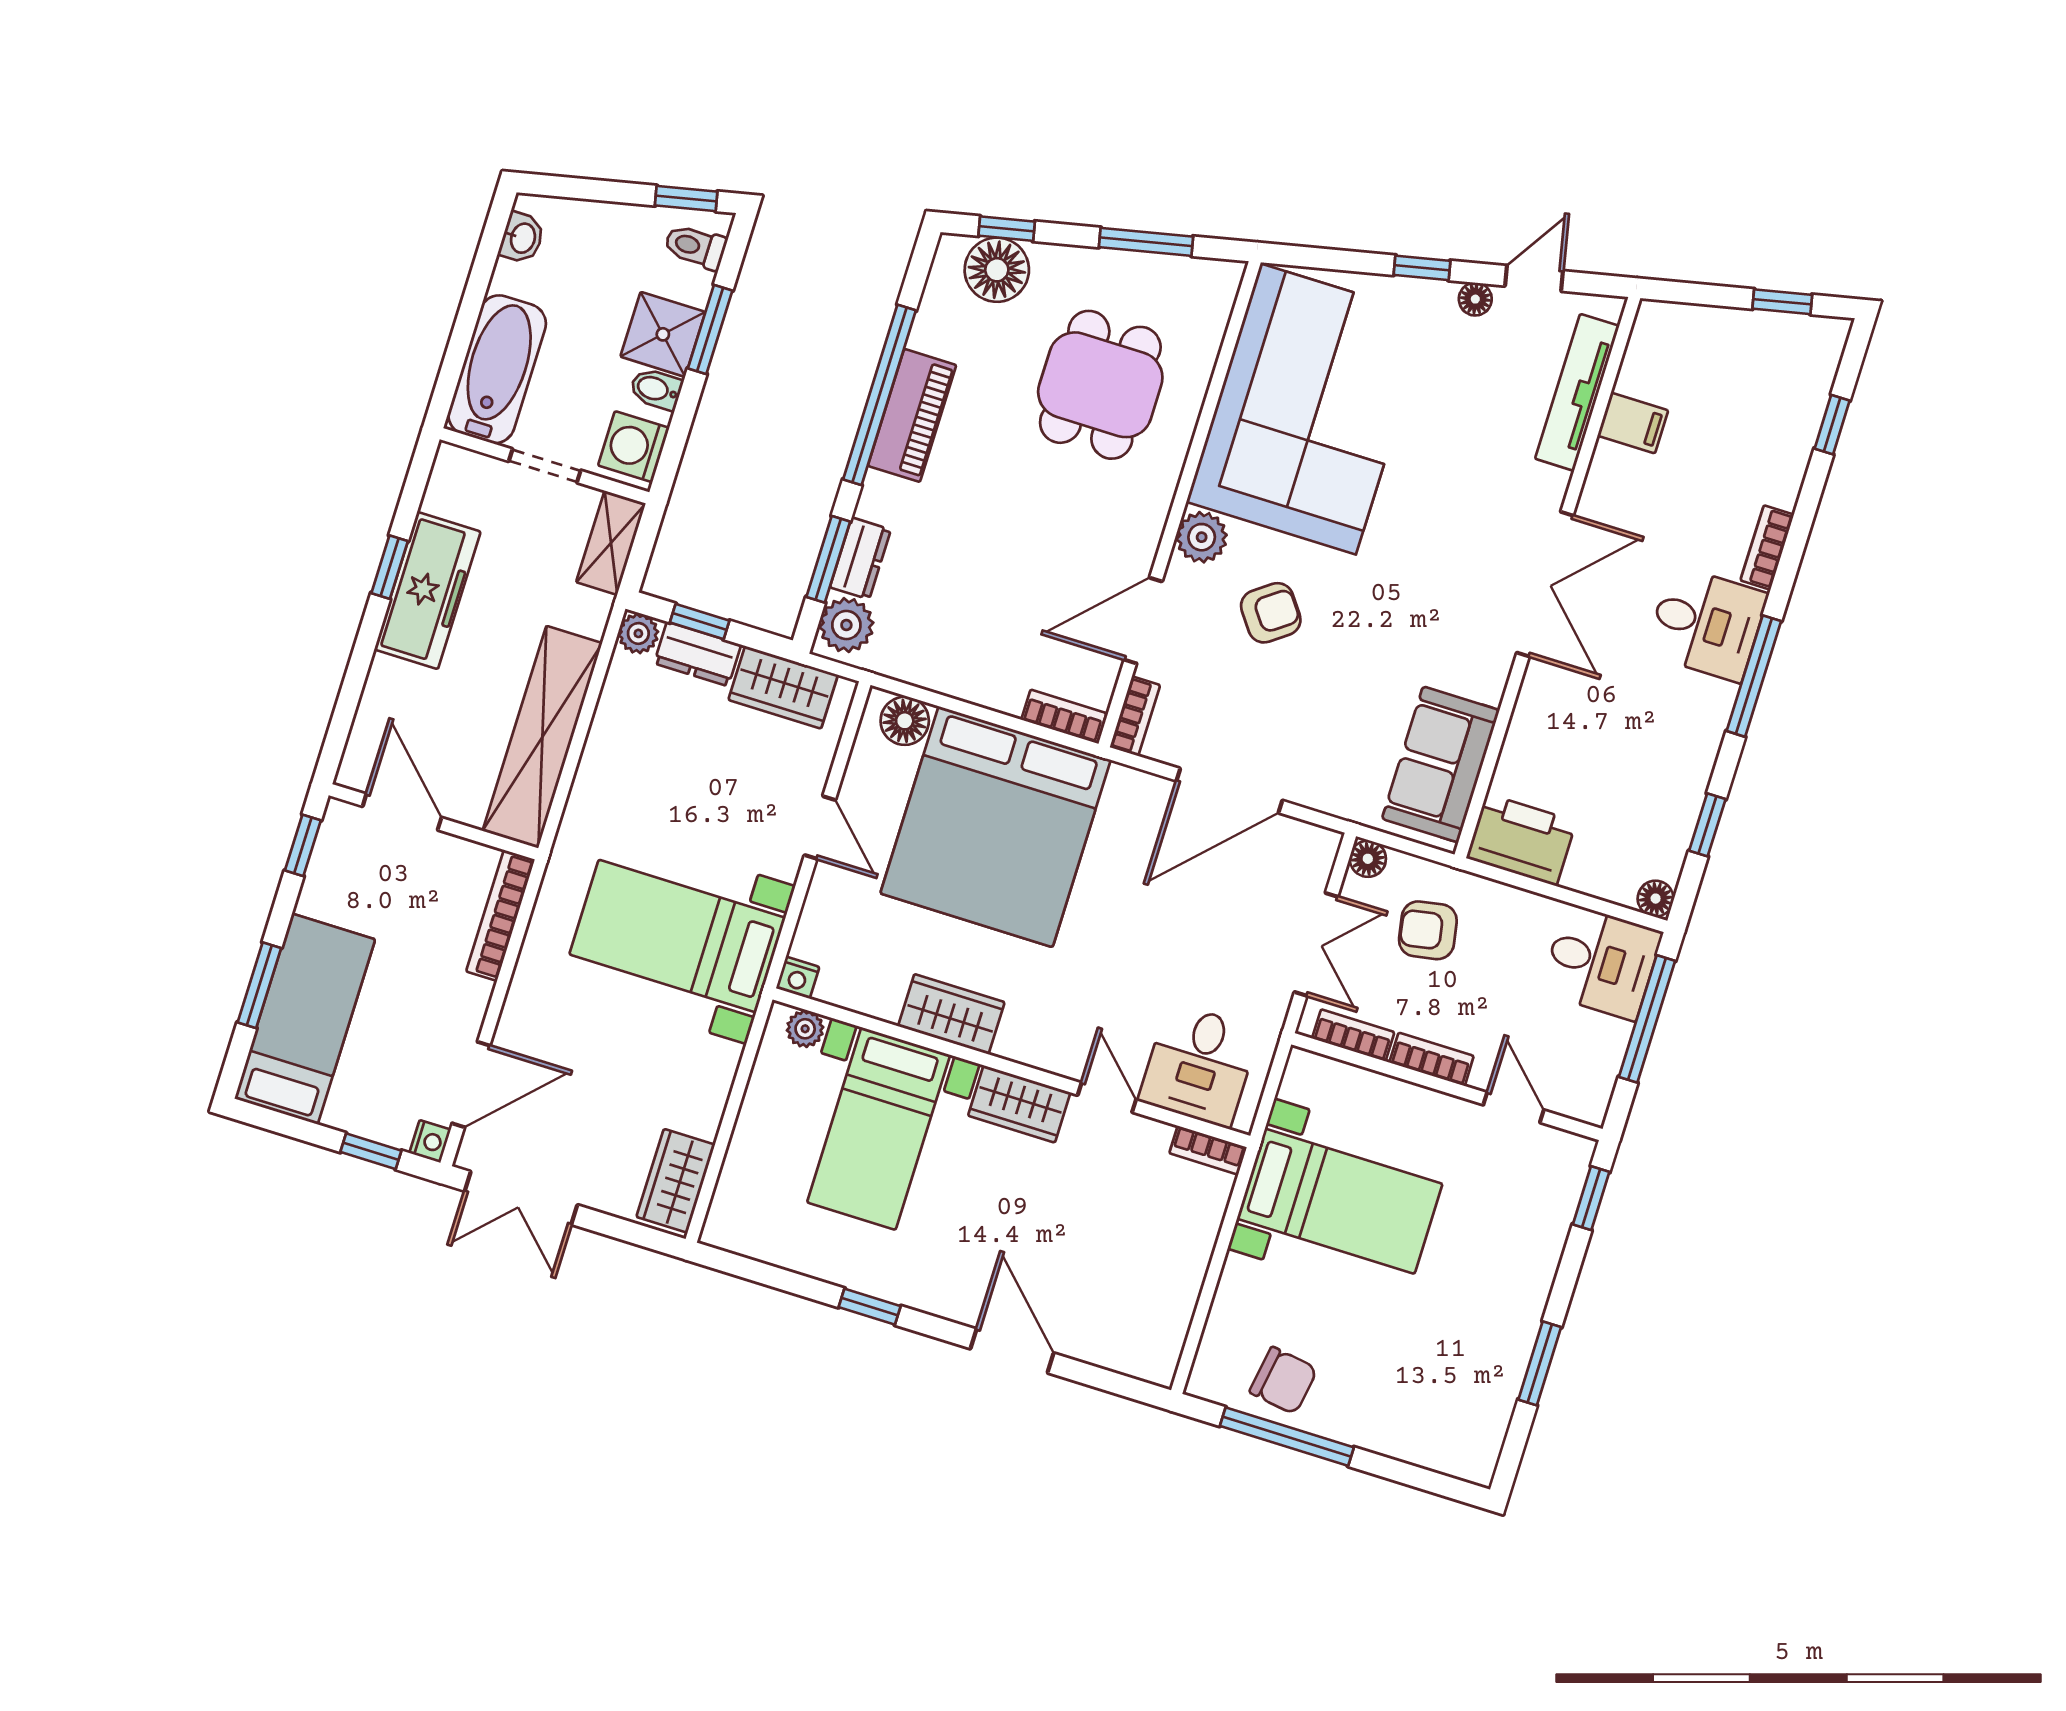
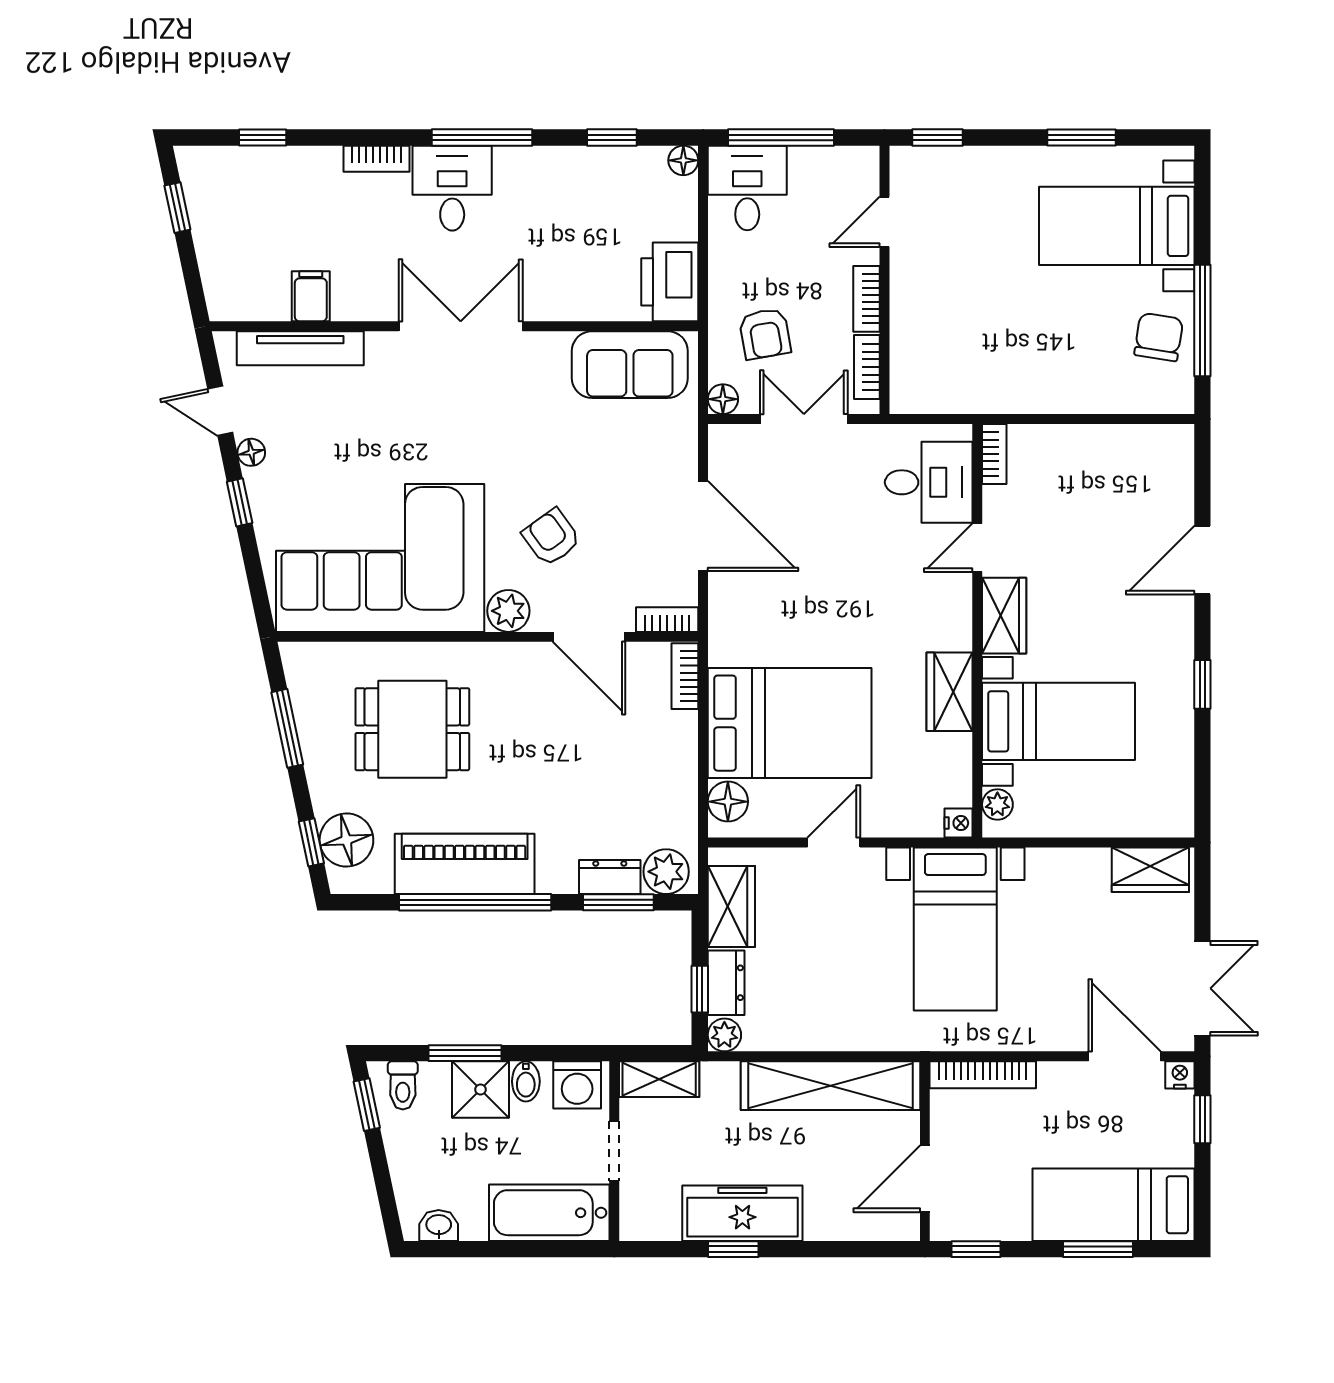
piano: (912, 415) -> (465, 864), width x1.37, depth x1.33
bed: (996, 827) -> (790, 723), width x0.73
bed with nightstands: (1340, 1201) -> (1117, 226), moved, turned -90

